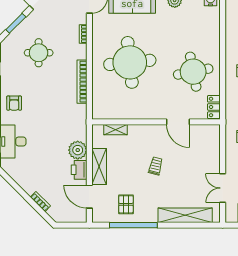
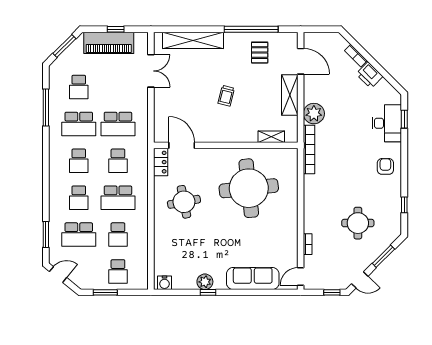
round table: (130, 62) -> (249, 188), moved
round table: (193, 72) -> (184, 202), width x0.73, depth x0.73
bookcase: (82, 82) -> (309, 149), moved
door: (178, 122) -> (182, 145), moved
printer: (79, 170) -> (369, 75), moved, turned 135

